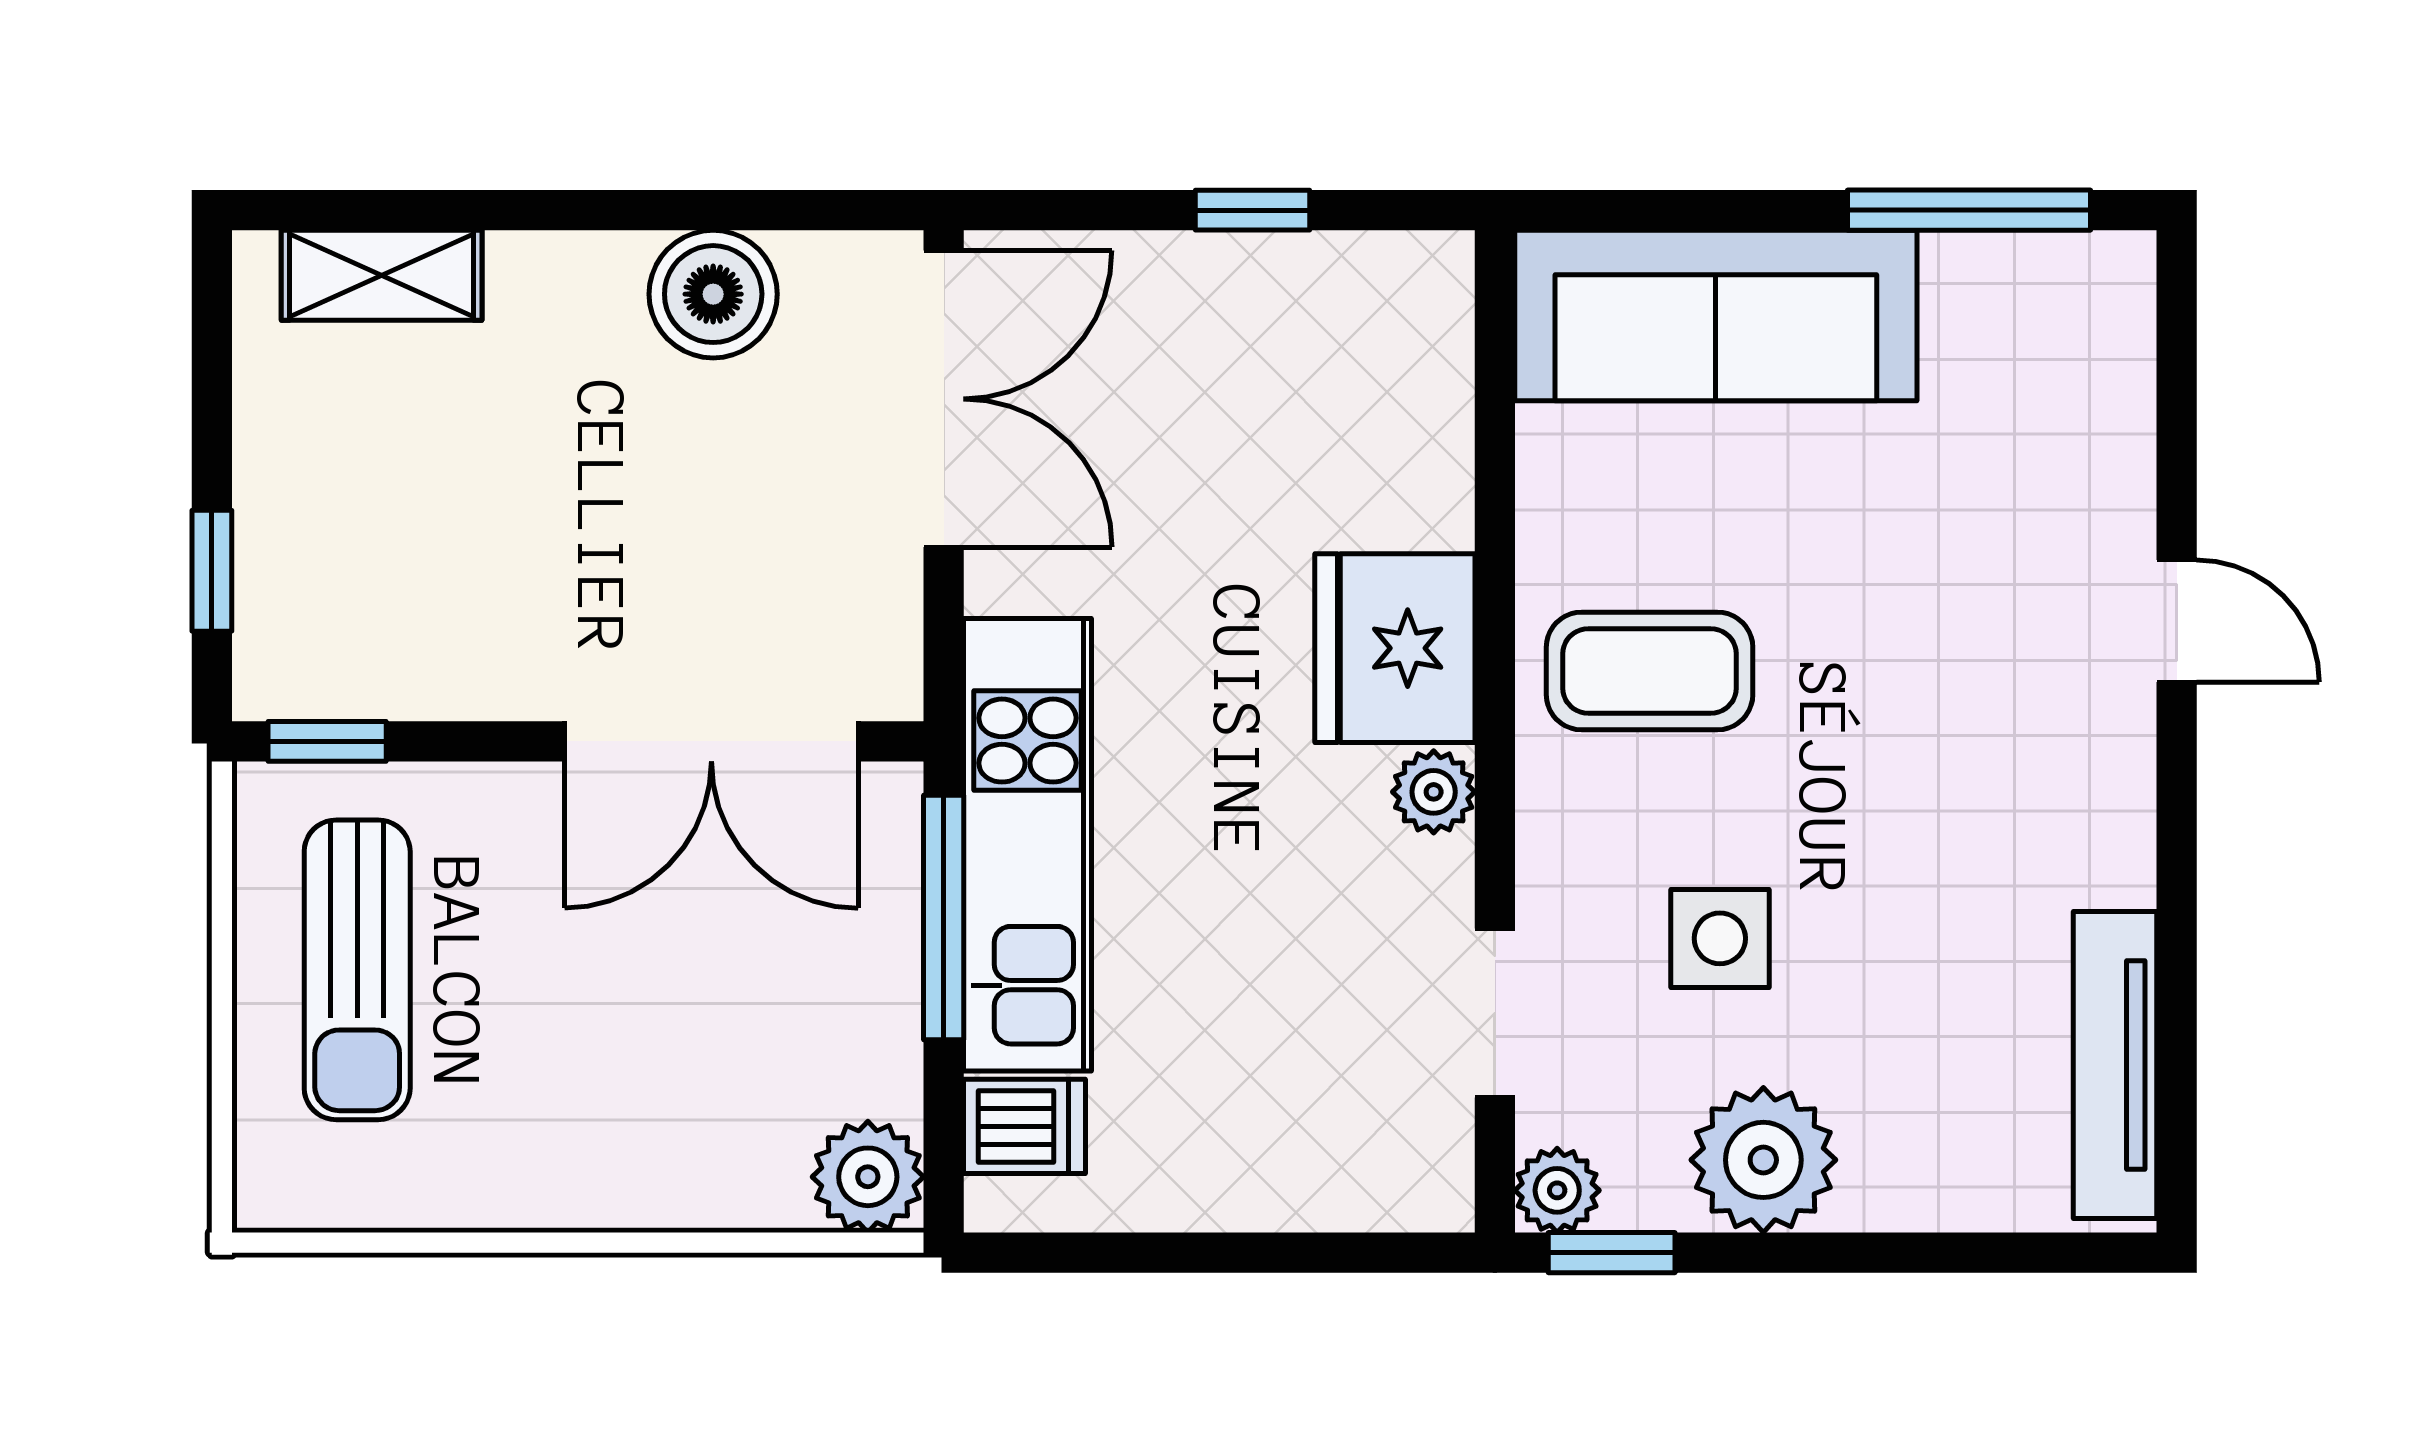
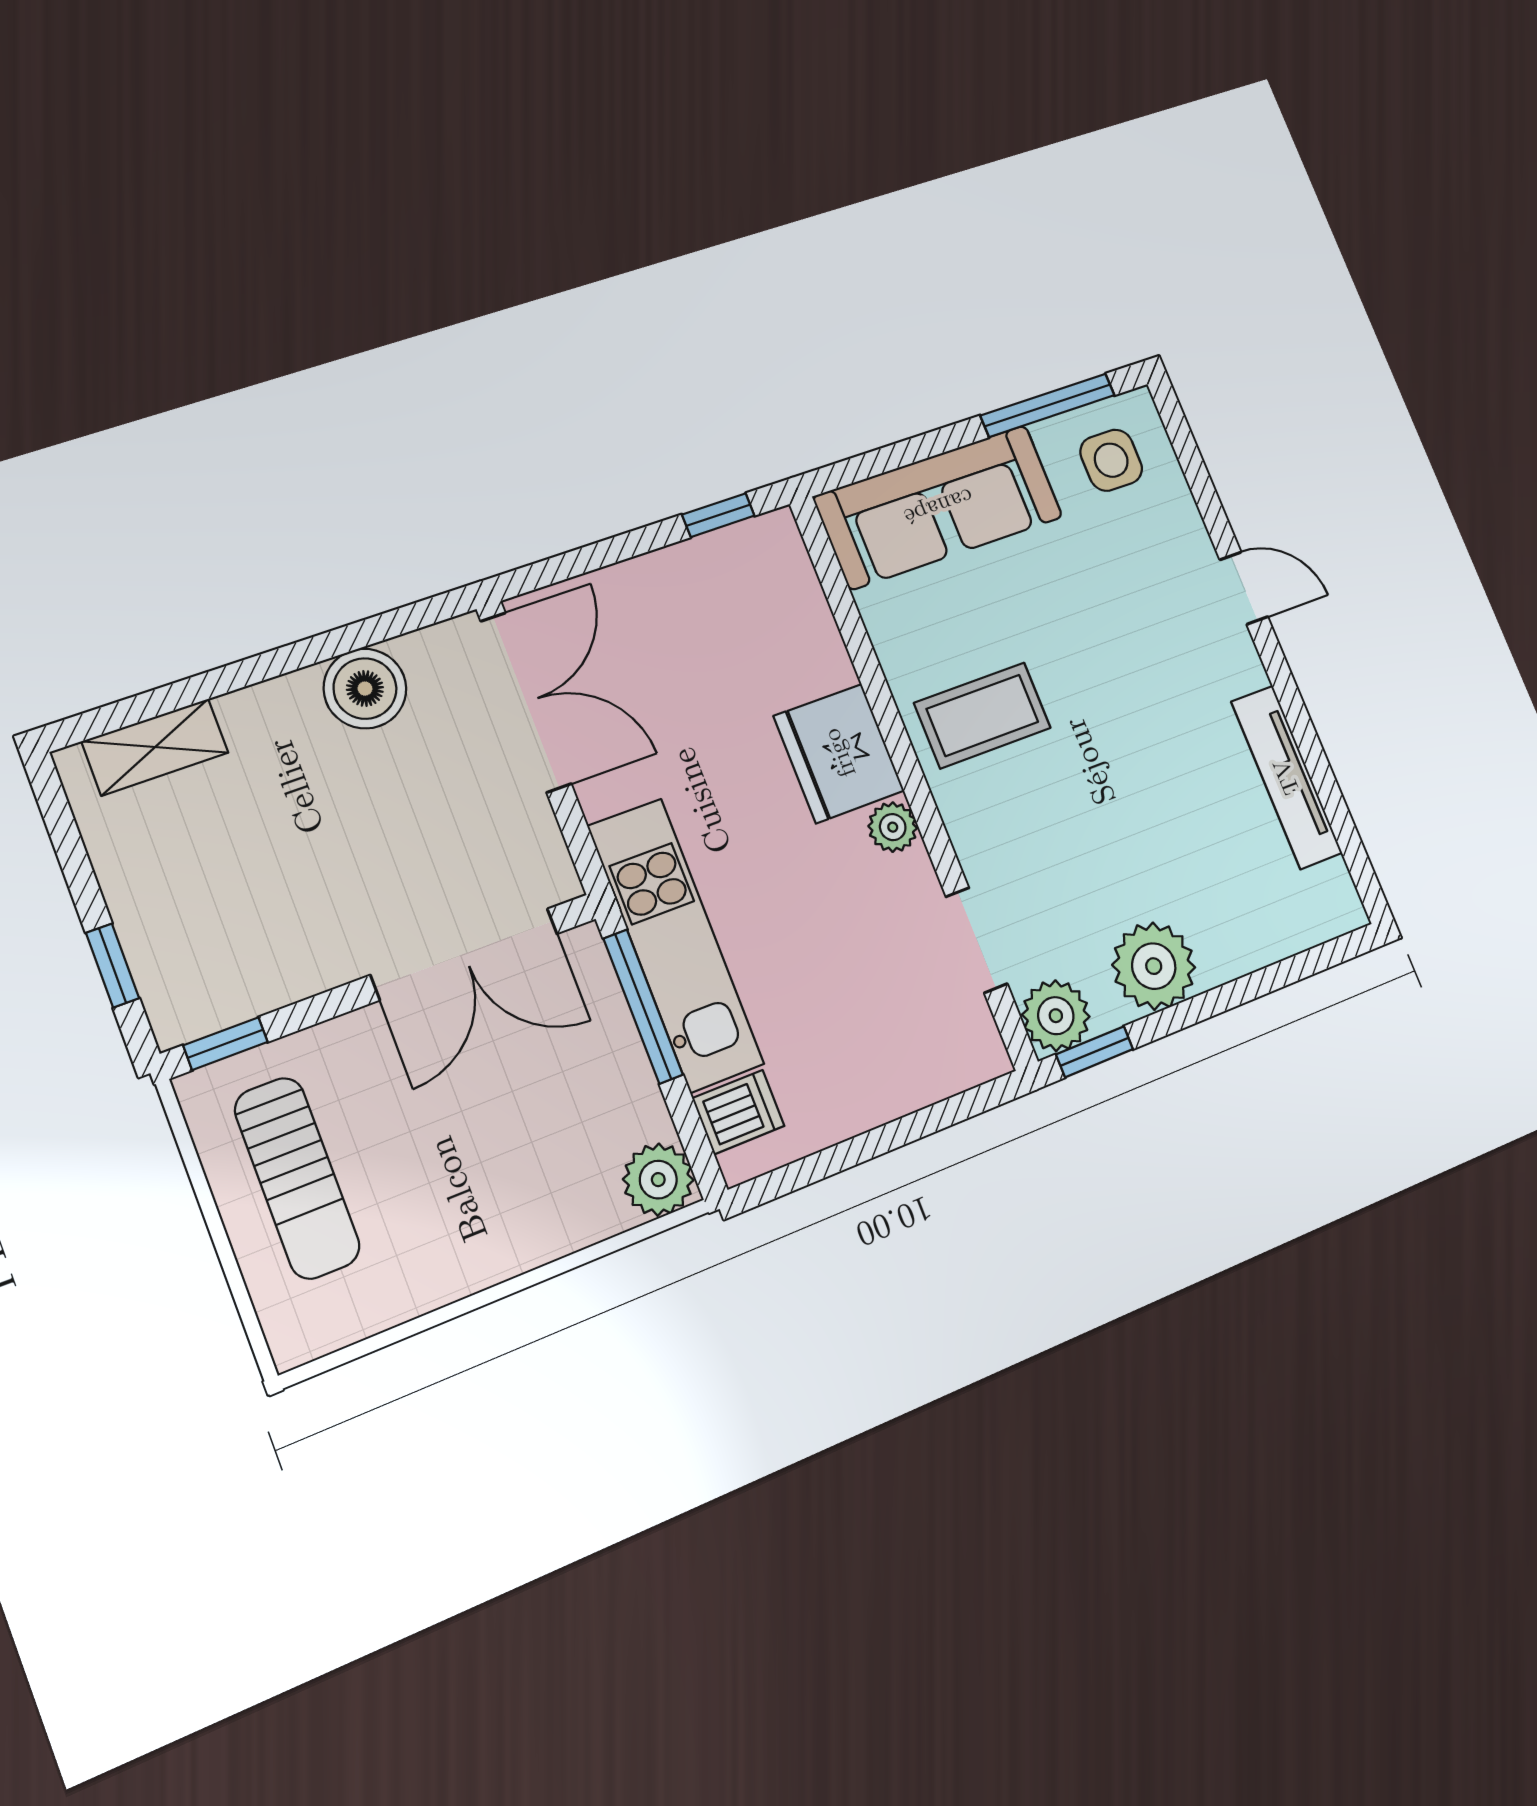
window: (1253, 210) -> (718, 515), moved
side table: (1720, 938) -> (1111, 460), moved
tv unit: (2115, 1065) -> (1286, 777), moved
plant: (1557, 1190) -> (1056, 1016), width x1.38, depth x1.38

